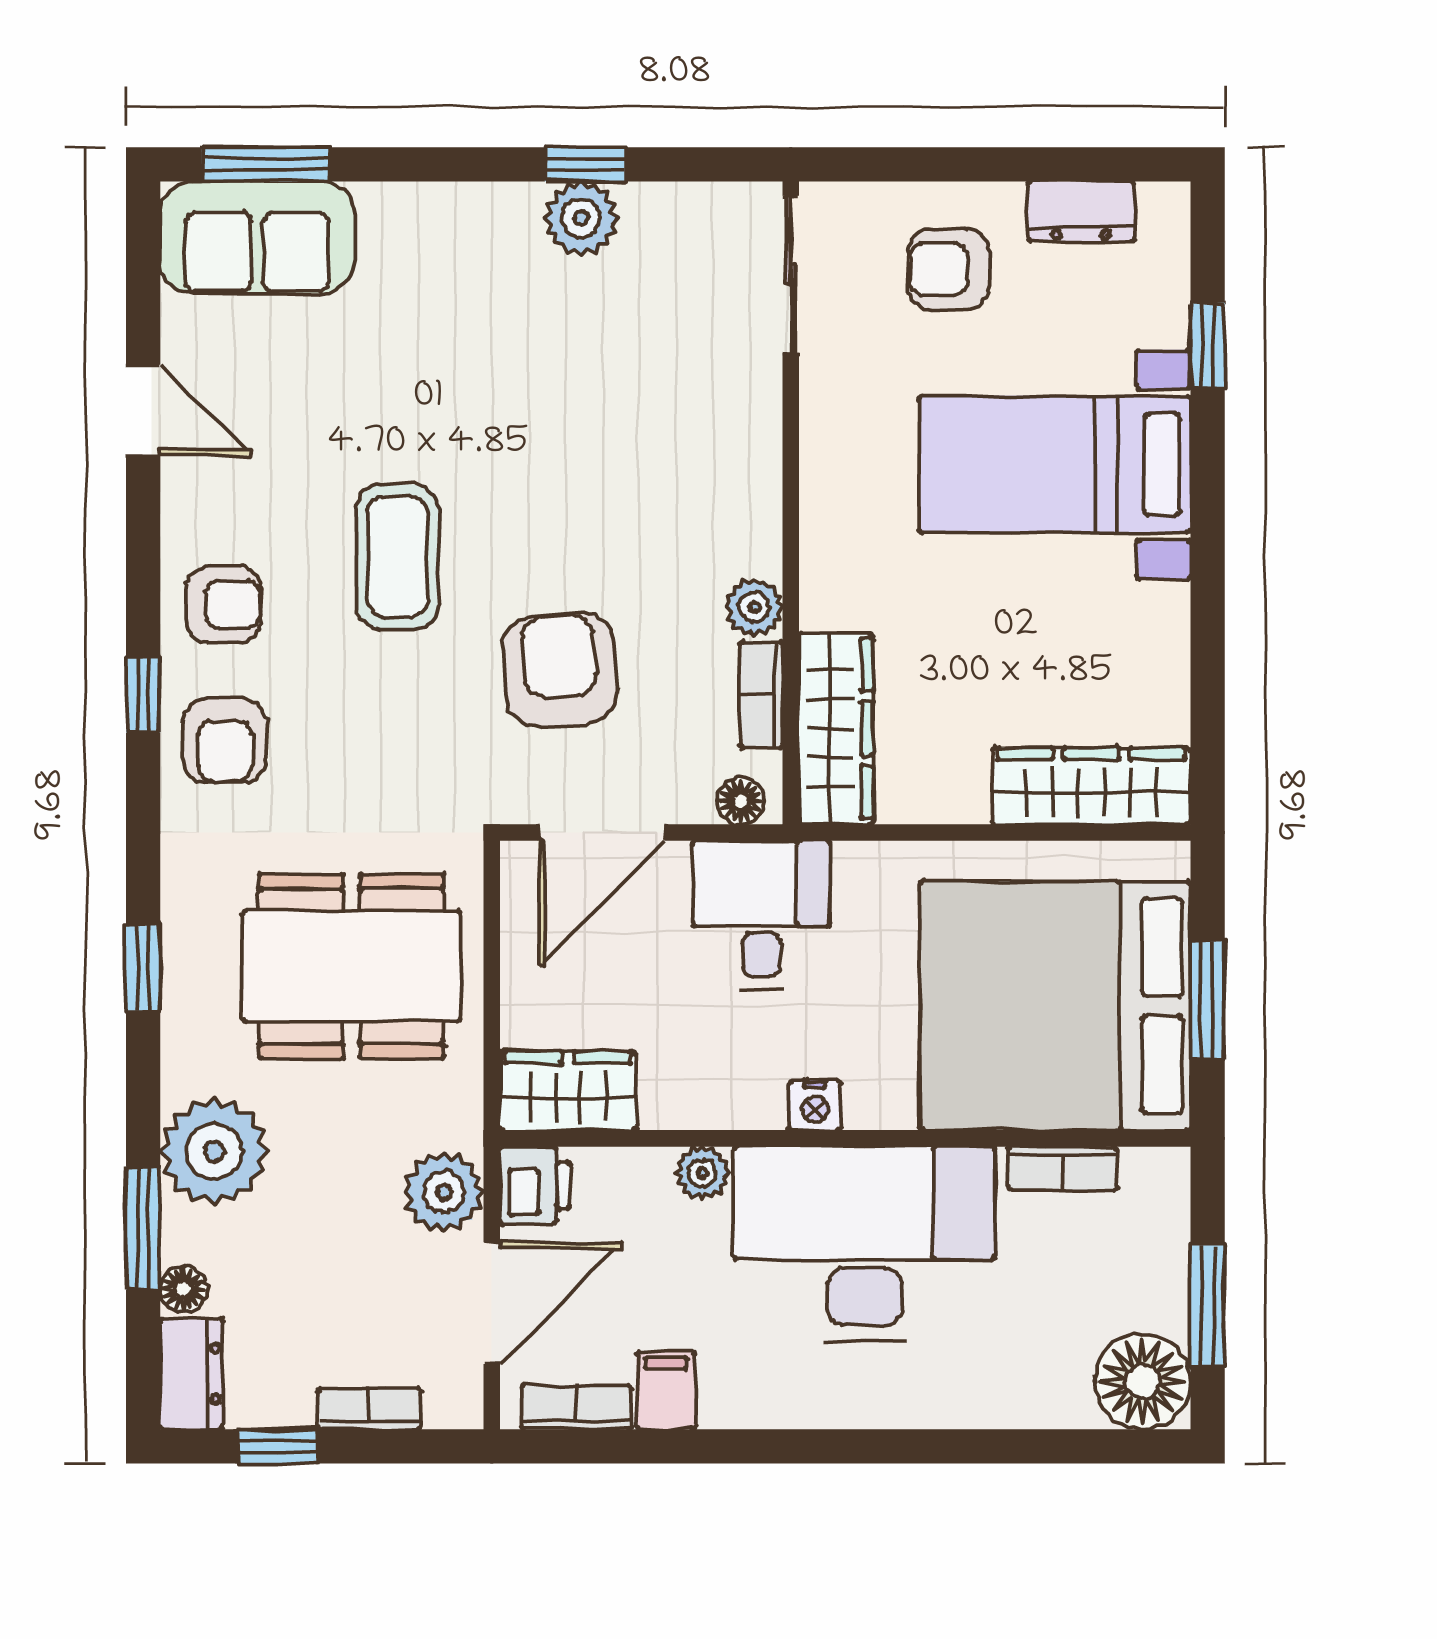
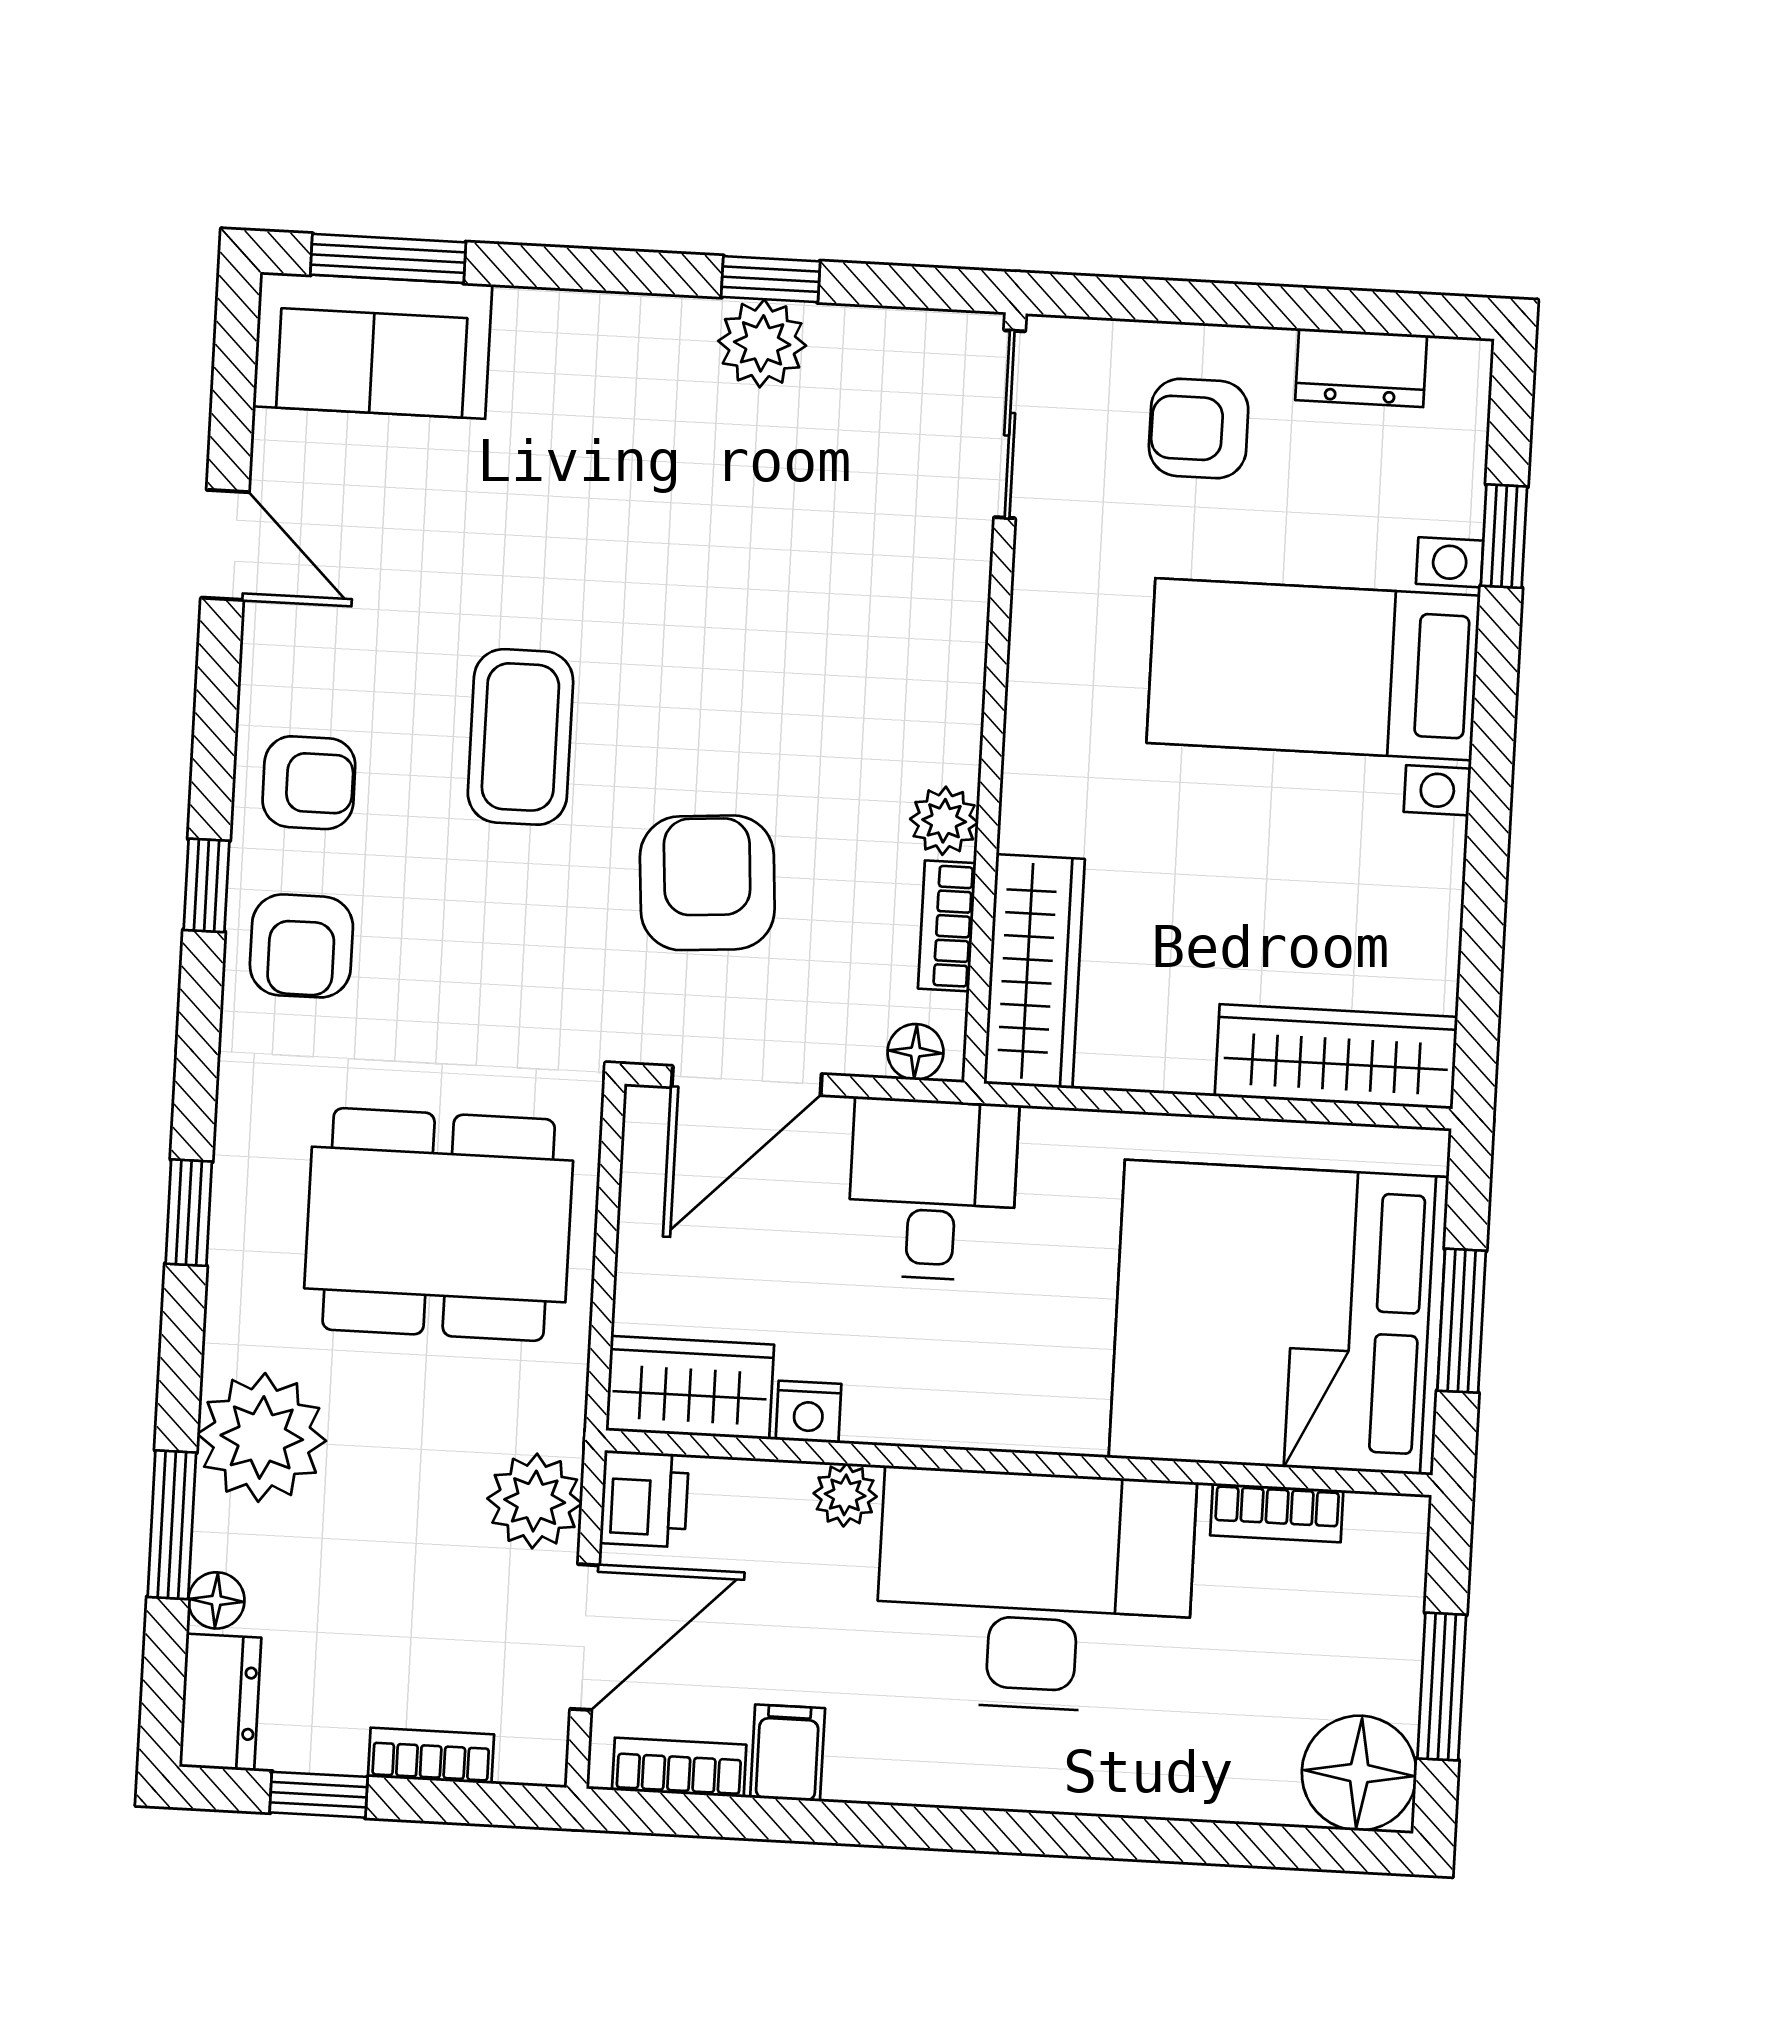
nightstand: (815, 1105) -> (808, 1412), moved

